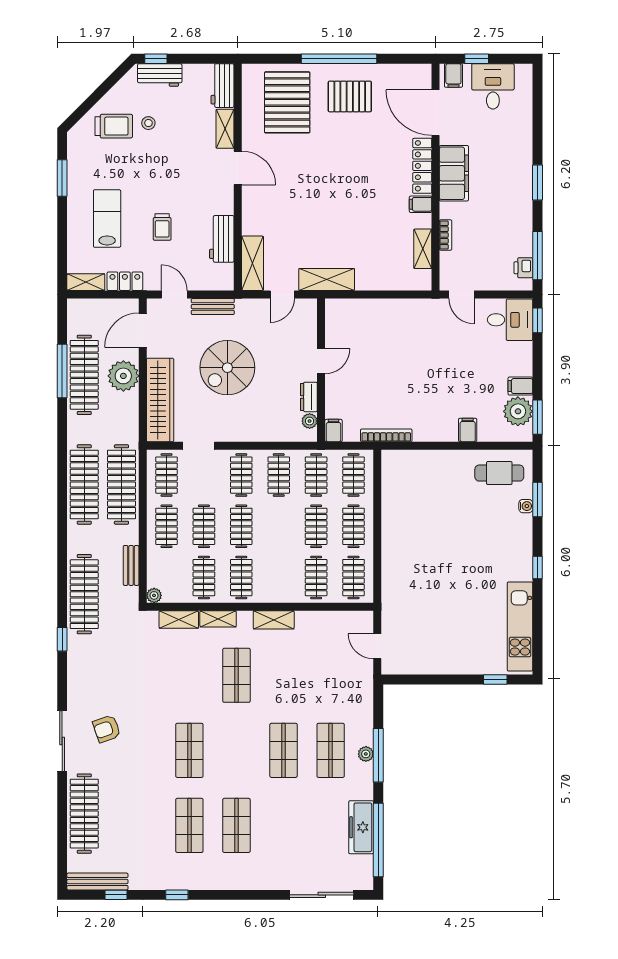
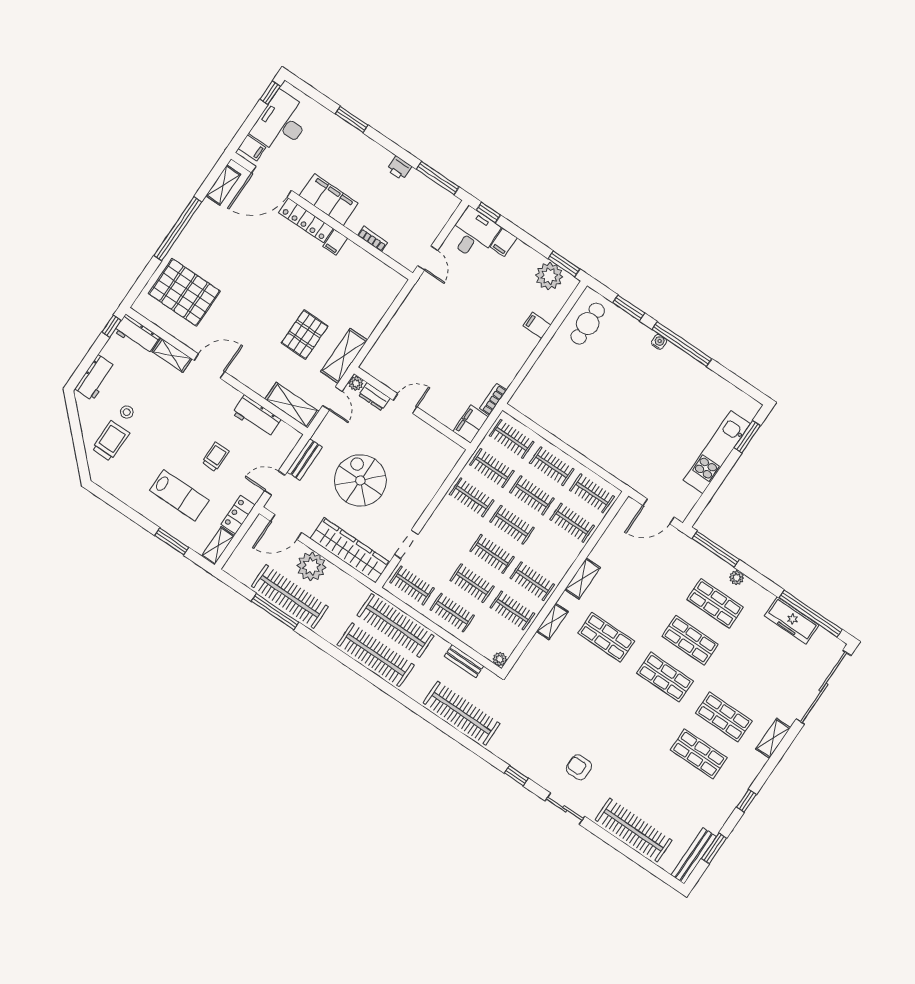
window: (156, 59) -> (111, 326), moved
window: (477, 59) -> (270, 93), moved
desk: (493, 86) -> (281, 123), width x1.37
pallet: (350, 96) -> (305, 335), moved
window: (62, 178) -> (172, 541), moved
window: (537, 182) -> (352, 120), moved
lab bench: (107, 218) -> (179, 495), turned 180
trolley: (162, 227) -> (215, 457), turned -90
shelving: (423, 249) -> (223, 185), moved, turned 90
printer: (523, 268) -> (399, 168), moved
door: (462, 294) -> (428, 258), hinge flipped
door: (143, 330) -> (286, 527), hinge flipped
door: (321, 361) -> (405, 404), hinge flipped
spiral stairs: (227, 368) -> (360, 480), turned 180
filing cabinet: (520, 386) -> (504, 242), moved
dresser: (309, 397) -> (374, 397), moved
plant: (310, 421) -> (356, 383), moved
filing cabinet: (334, 431) -> (471, 424), width x2.00
bookcase: (386, 435) -> (493, 399), width x0.64
clothes rail: (241, 475) -> (512, 525), moved
water cooler: (526, 506) -> (659, 342), moved
window: (537, 568) -> (682, 344), width x3.17
shelving: (179, 620) -> (773, 738), moved
kitchen unit: (520, 626) -> (717, 452), moved, turned 90
window: (62, 639) -> (516, 776), moved
door: (377, 646) -> (658, 511), width x1.38
window: (495, 680) -> (747, 437), width x1.50
armchair: (107, 729) -> (579, 767), turned 109
sliding door: (62, 741) -> (565, 809), width x0.73
shop shelf: (189, 750) -> (665, 677), moved
window: (378, 755) -> (716, 549), moved
window: (116, 895) -> (714, 848), width x1.50
sliding door: (322, 895) -> (824, 687), width x1.36

